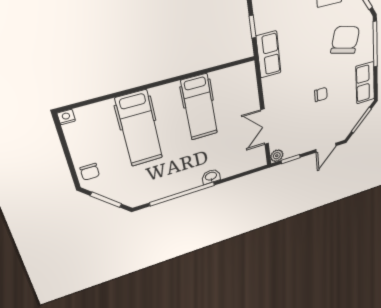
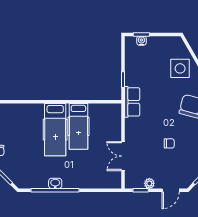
hospital bed: (139, 129) -> (55, 130), moved
plant: (277, 156) -> (149, 183), moved
washbasin: (211, 177) -> (55, 183), moved

